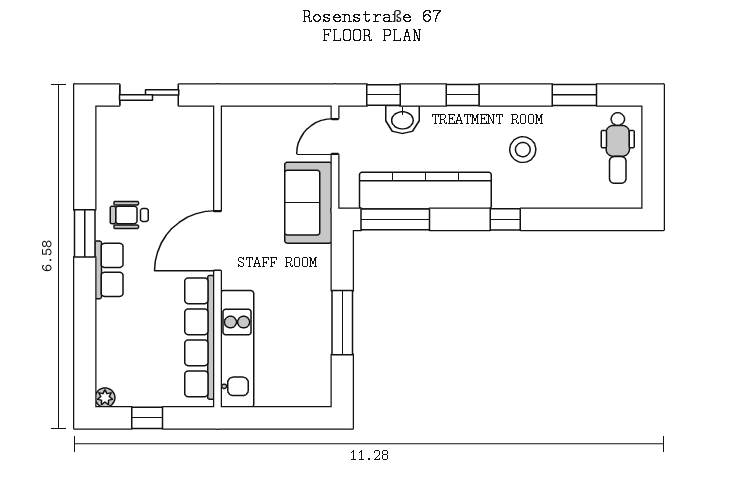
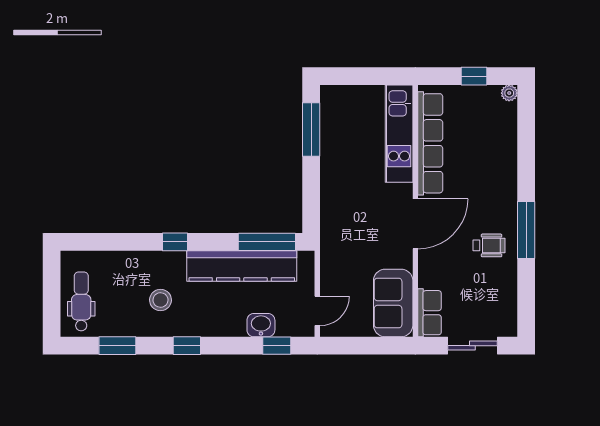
window: (463, 95) -> (187, 346), moved
sofa: (308, 203) -> (393, 303), moved, turned 180
window: (85, 233) -> (526, 230), width x1.44
row of seats: (109, 270) -> (430, 313), moved, turned 180
window: (342, 323) -> (311, 130), moved

